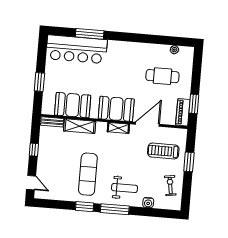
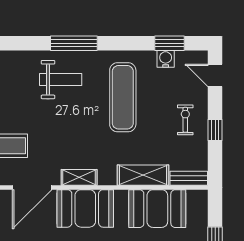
exercise bike: (51, 157) -> (185, 120), added
weight bench: (125, 188) -> (61, 80), turned 180
water cooler: (148, 203) -> (166, 59), moved
window: (85, 207) -> (169, 43), moved

